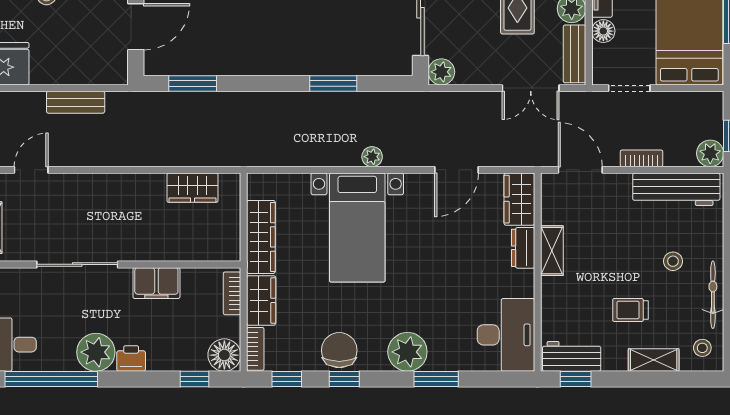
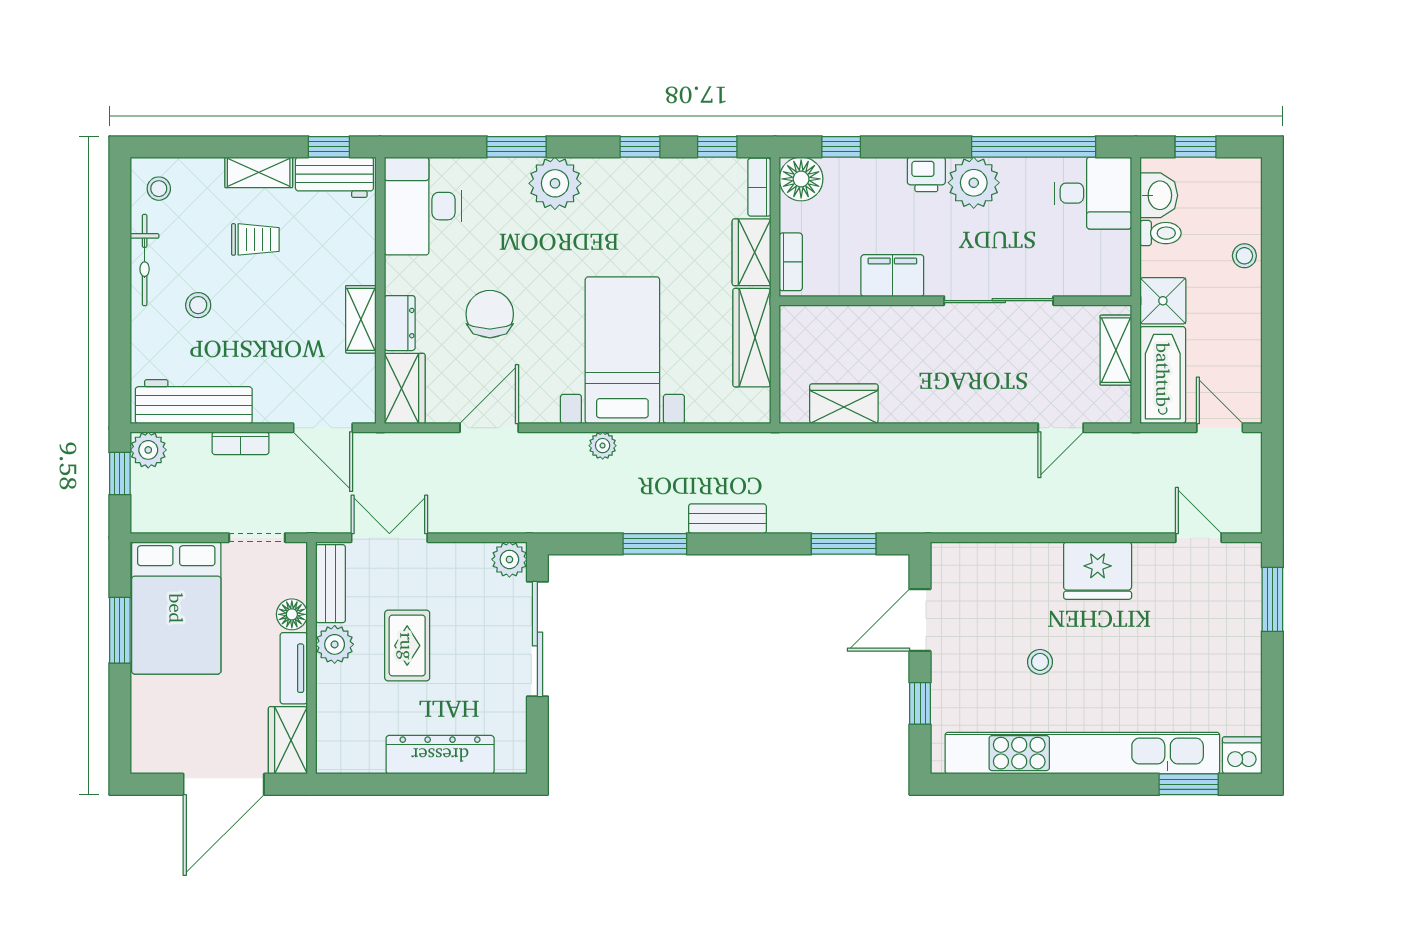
bench: (76, 102) -> (727, 519), moved
chair: (339, 350) -> (490, 314), moved, turned 180
shelving: (654, 360) -> (259, 172), moved

